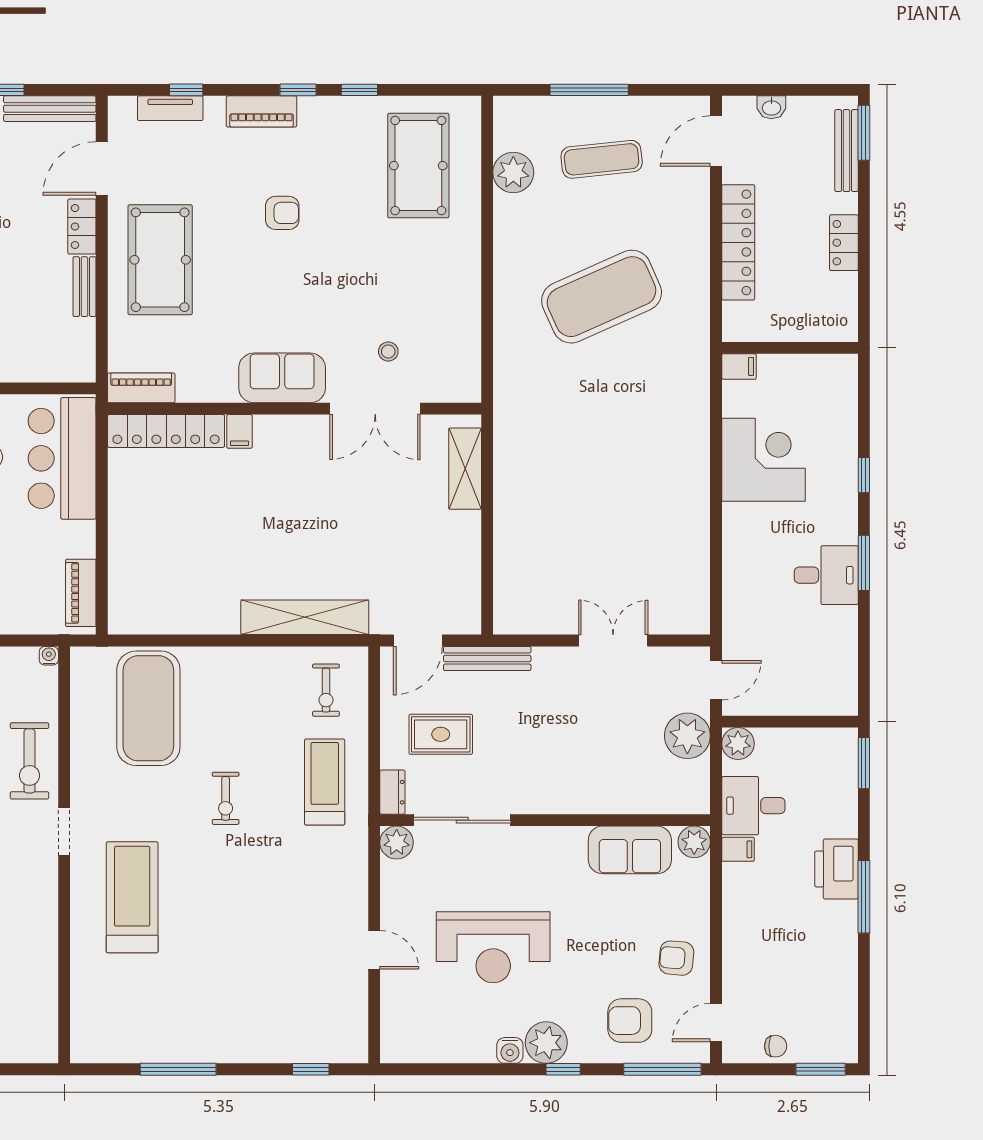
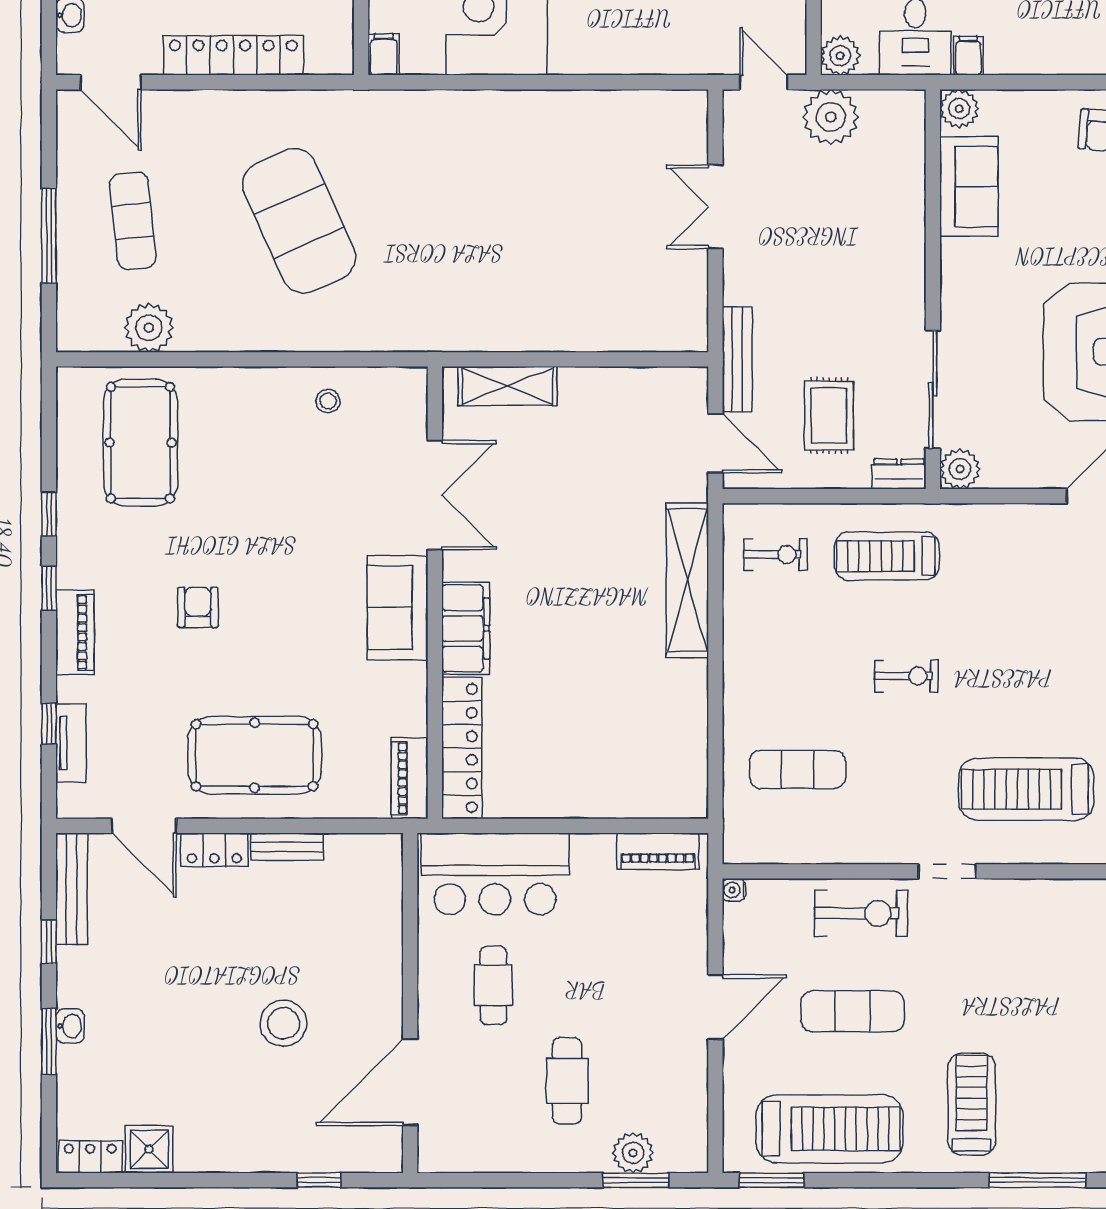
pool table: (418, 166) -> (140, 443), turned 90
stool: (388, 351) -> (328, 401), moved
filing cabinet: (239, 431) -> (466, 628), width x3.00, depth x1.17
exercise mat: (148, 708) -> (797, 769), width x0.50, depth x0.69

